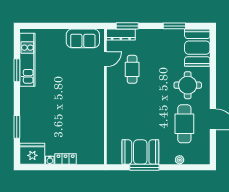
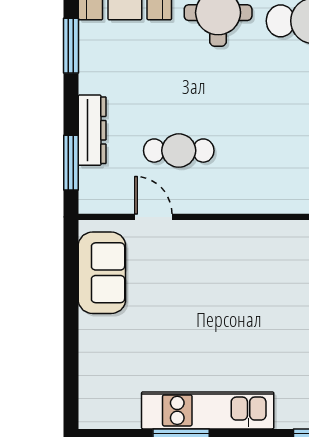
dresser: (121, 34) -> (92, 130), moved
kitchen unit: (27, 60) -> (208, 410), moved

